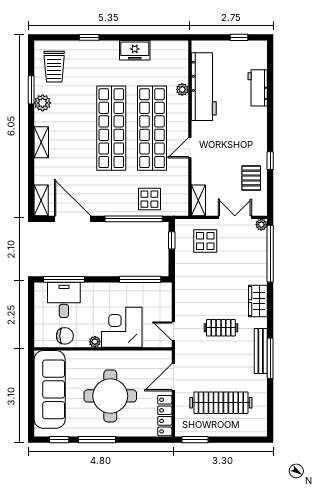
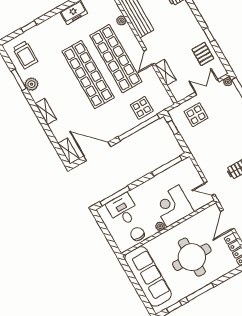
window: (89, 37) -> (29, 26), moved
shelving: (198, 200) -> (166, 72), moved
chair: (65, 336) -> (138, 234), turned -90

